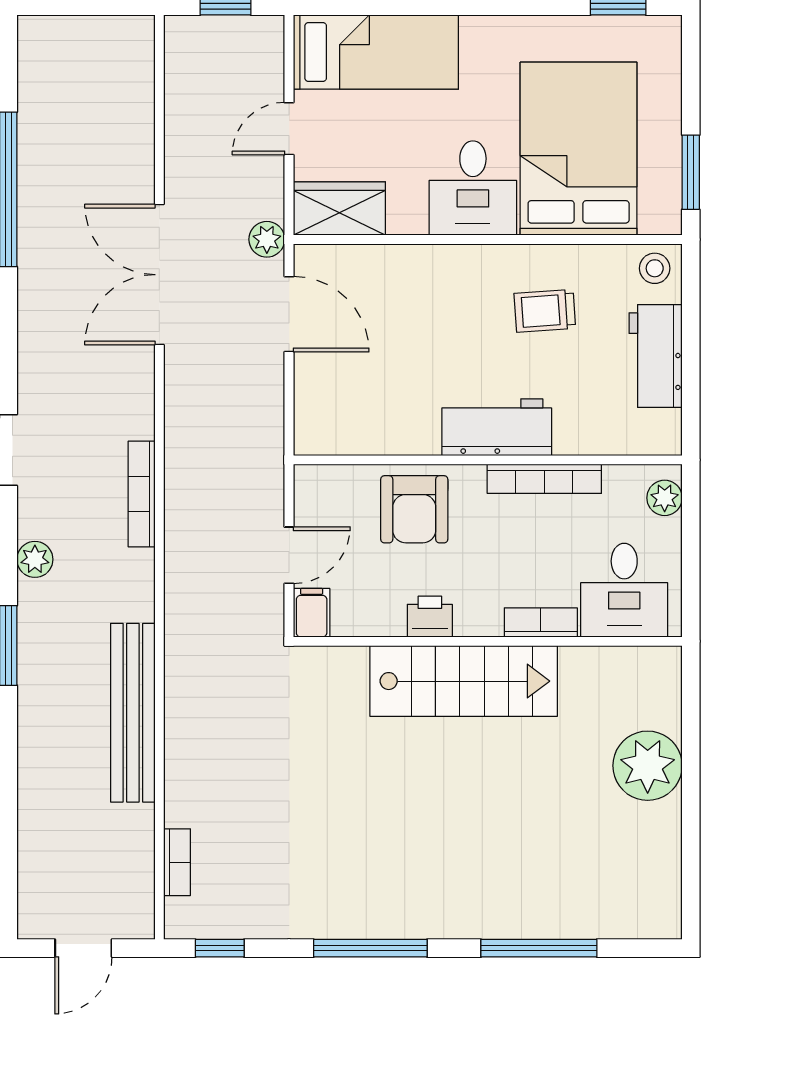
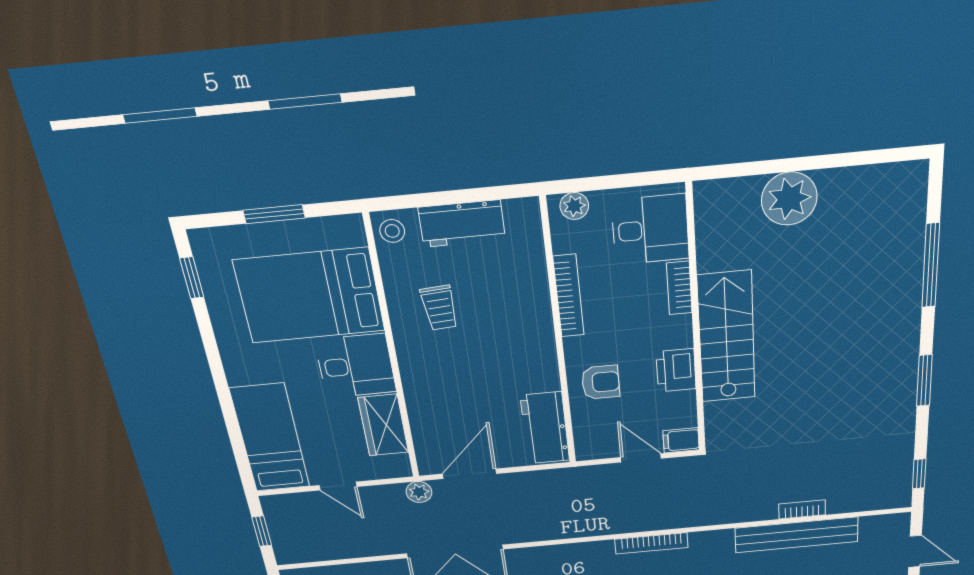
window: (691, 172) -> (274, 214), moved
wardrobe: (339, 208) -> (383, 425), moved
workbench: (497, 427) -> (545, 428), moved
bookcase: (142, 494) -> (651, 543), moved
armchair: (414, 509) -> (601, 382), width x0.72, depth x0.72
printer: (430, 617) -> (676, 370), width x1.36, depth x1.24
bench: (133, 713) -> (797, 535), moved
bookcase: (177, 862) -> (802, 509), moved
window: (370, 948) -> (924, 381), width x0.69

